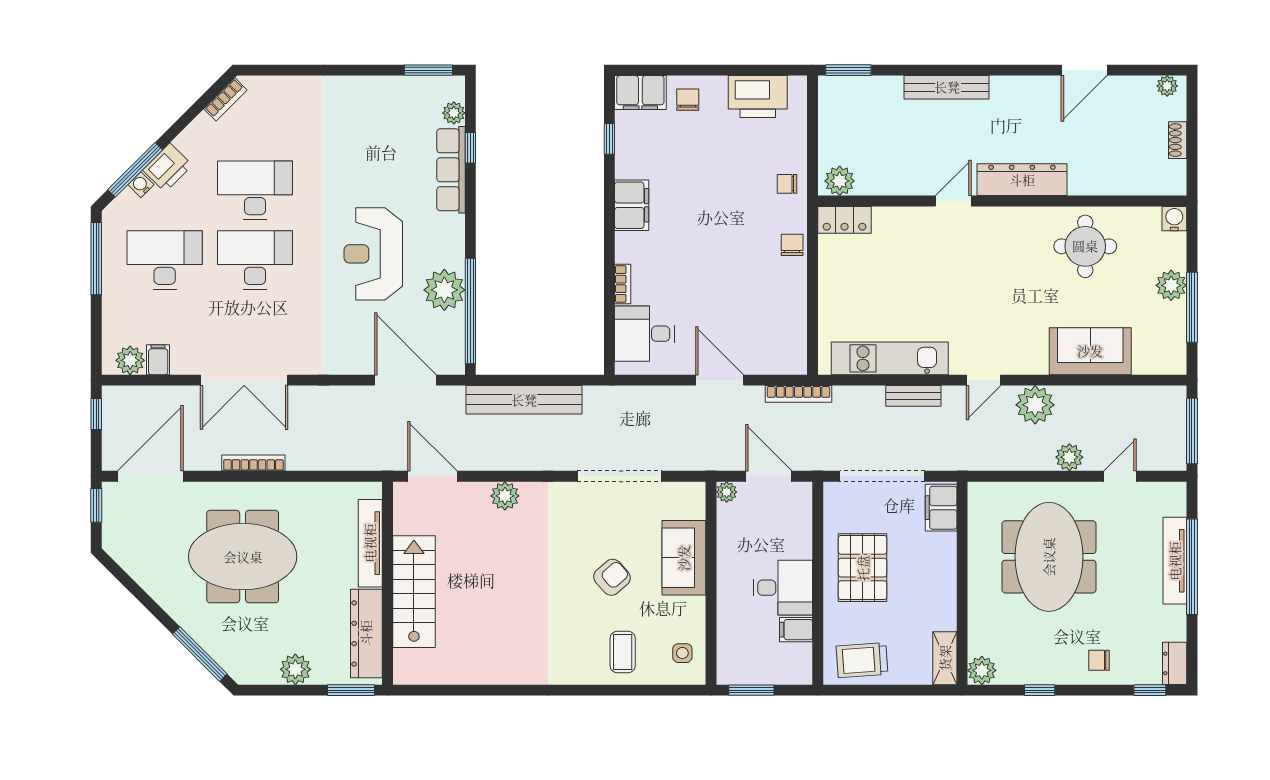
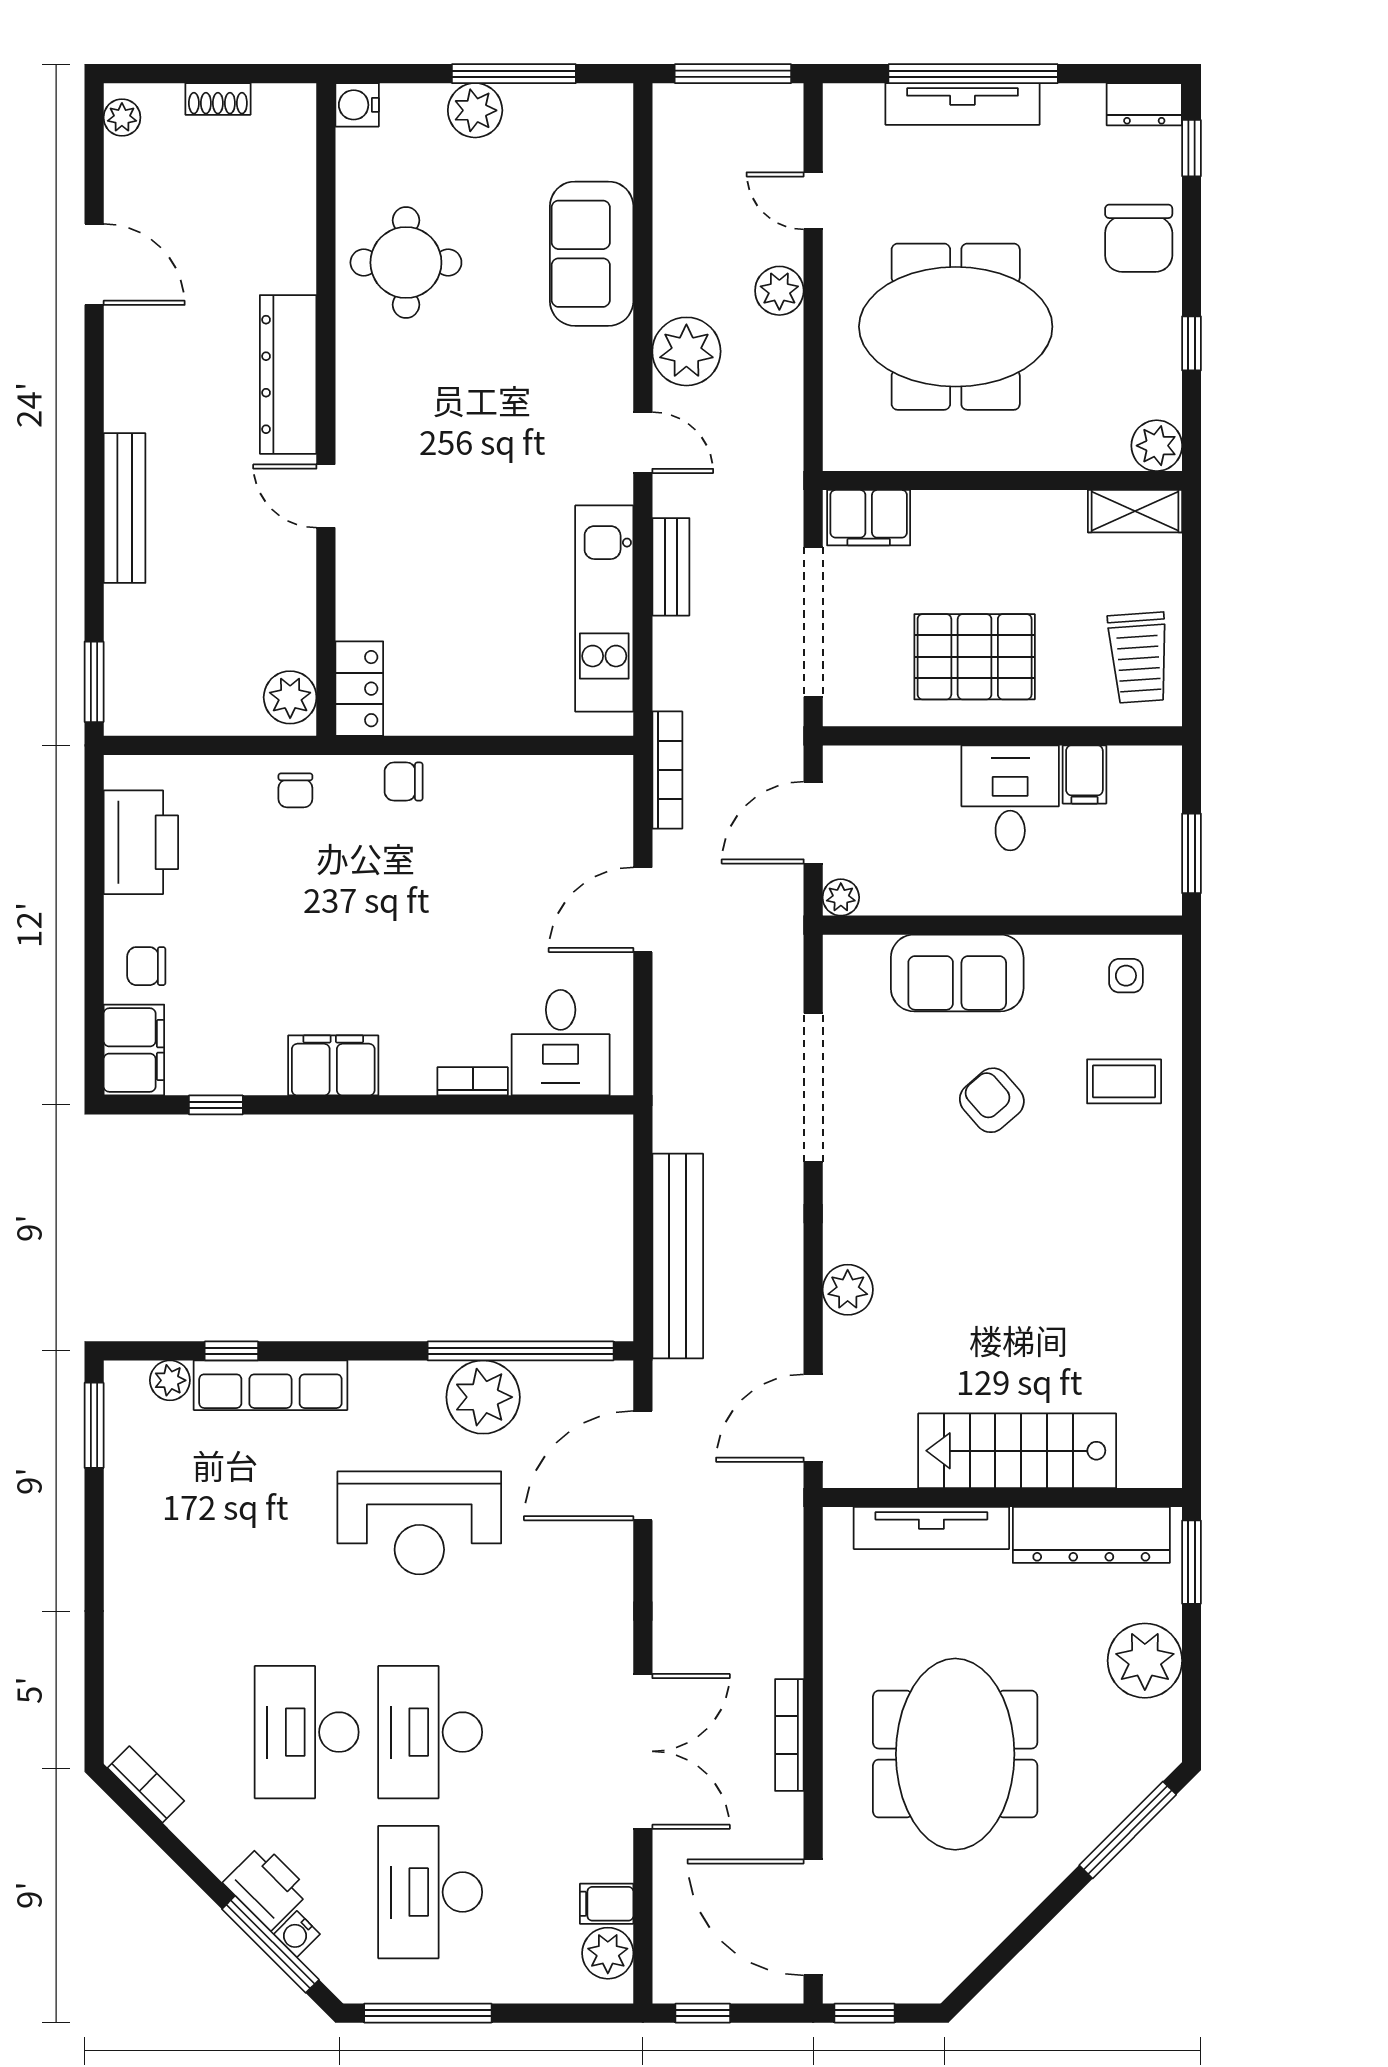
chair: (1099, 660) -> (1139, 238), width x1.87, depth x1.87
plant: (295, 669) -> (1145, 1661), width x1.36, depth x1.36

